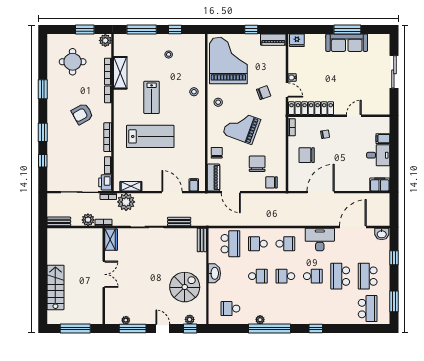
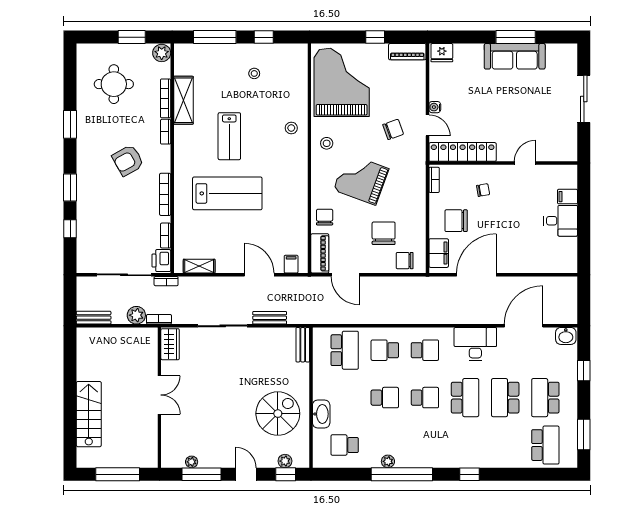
filing cabinet: (380, 184) -> (439, 253), moved, turned 90
plant: (126, 202) -> (192, 289), removed
washbasin: (214, 273) -> (321, 414), moved
school desk: (285, 276) -> (425, 398), turned 180
school desk: (313, 276) -> (465, 398), width x1.85

